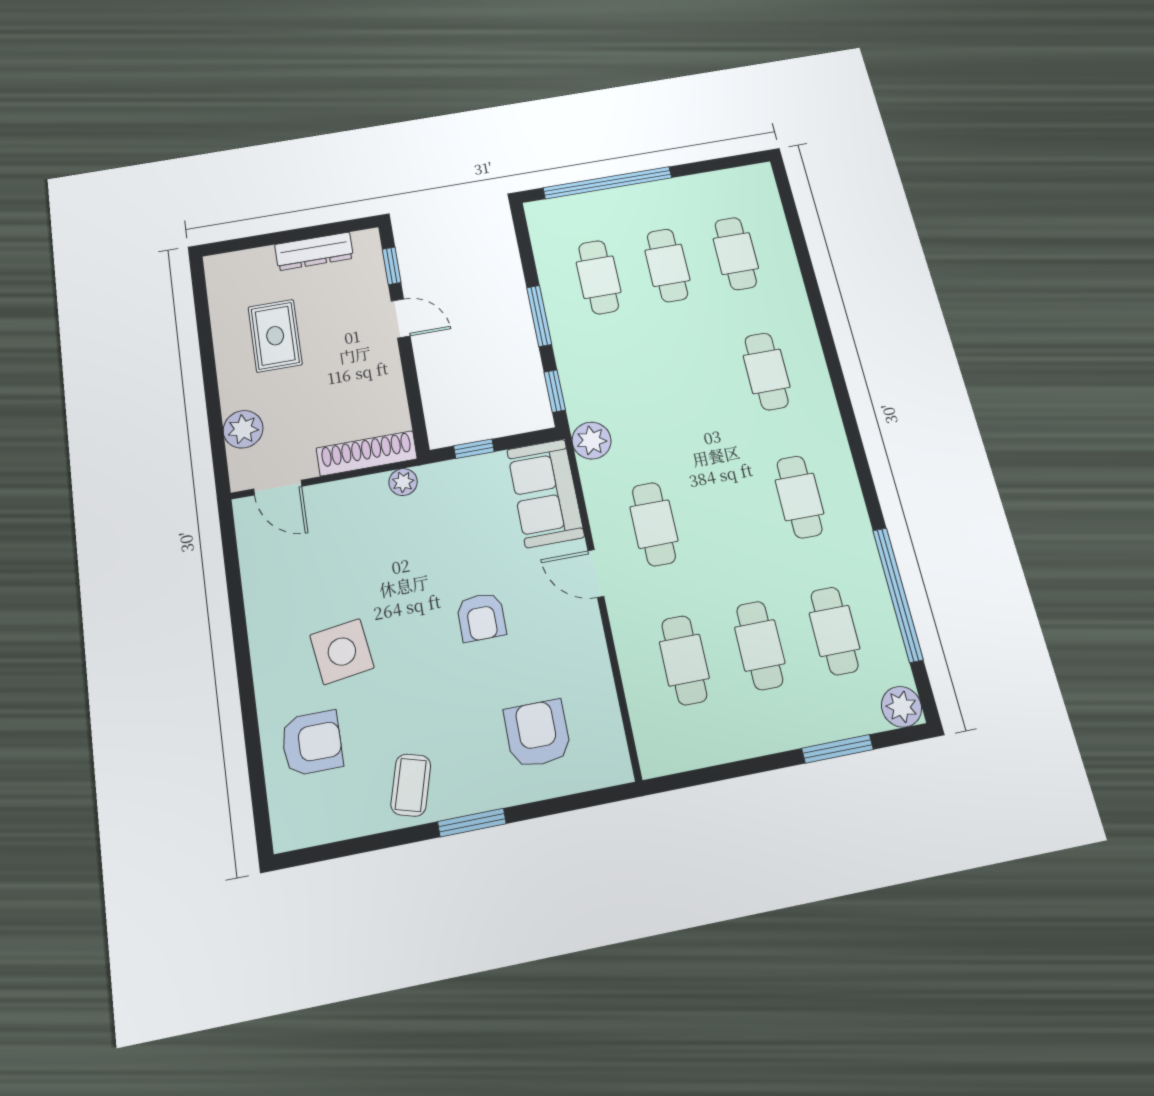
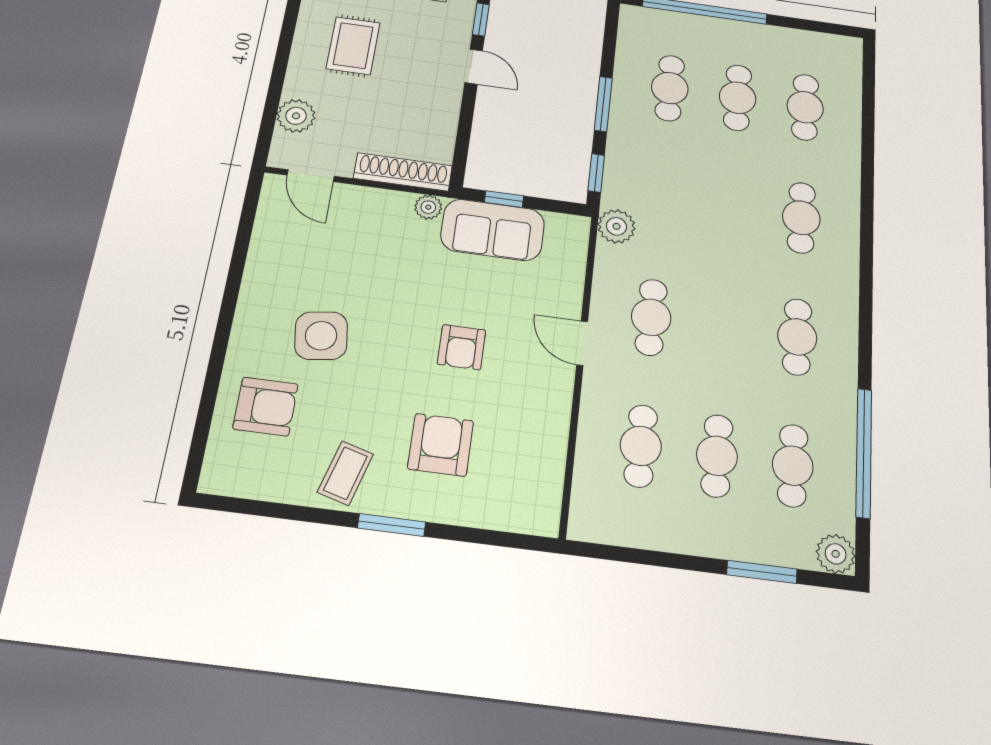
sofa: (545, 493) -> (493, 230), moved, turned -90
armchair: (537, 734) -> (441, 445), moved

